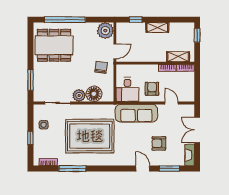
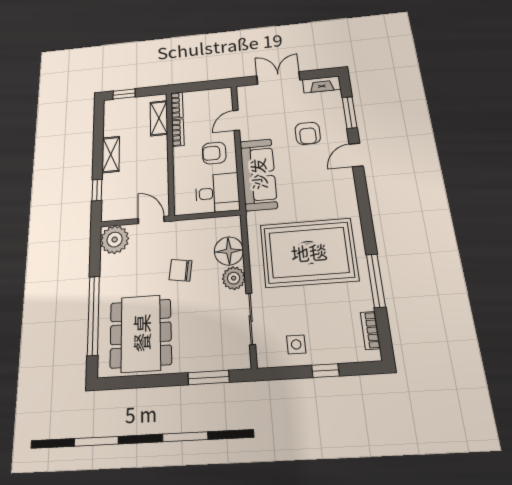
chair: (101, 67) -> (181, 270), moved
double door: (197, 130) -> (278, 78), swing flipped
rug: (90, 136) -> (309, 252), turned 90

